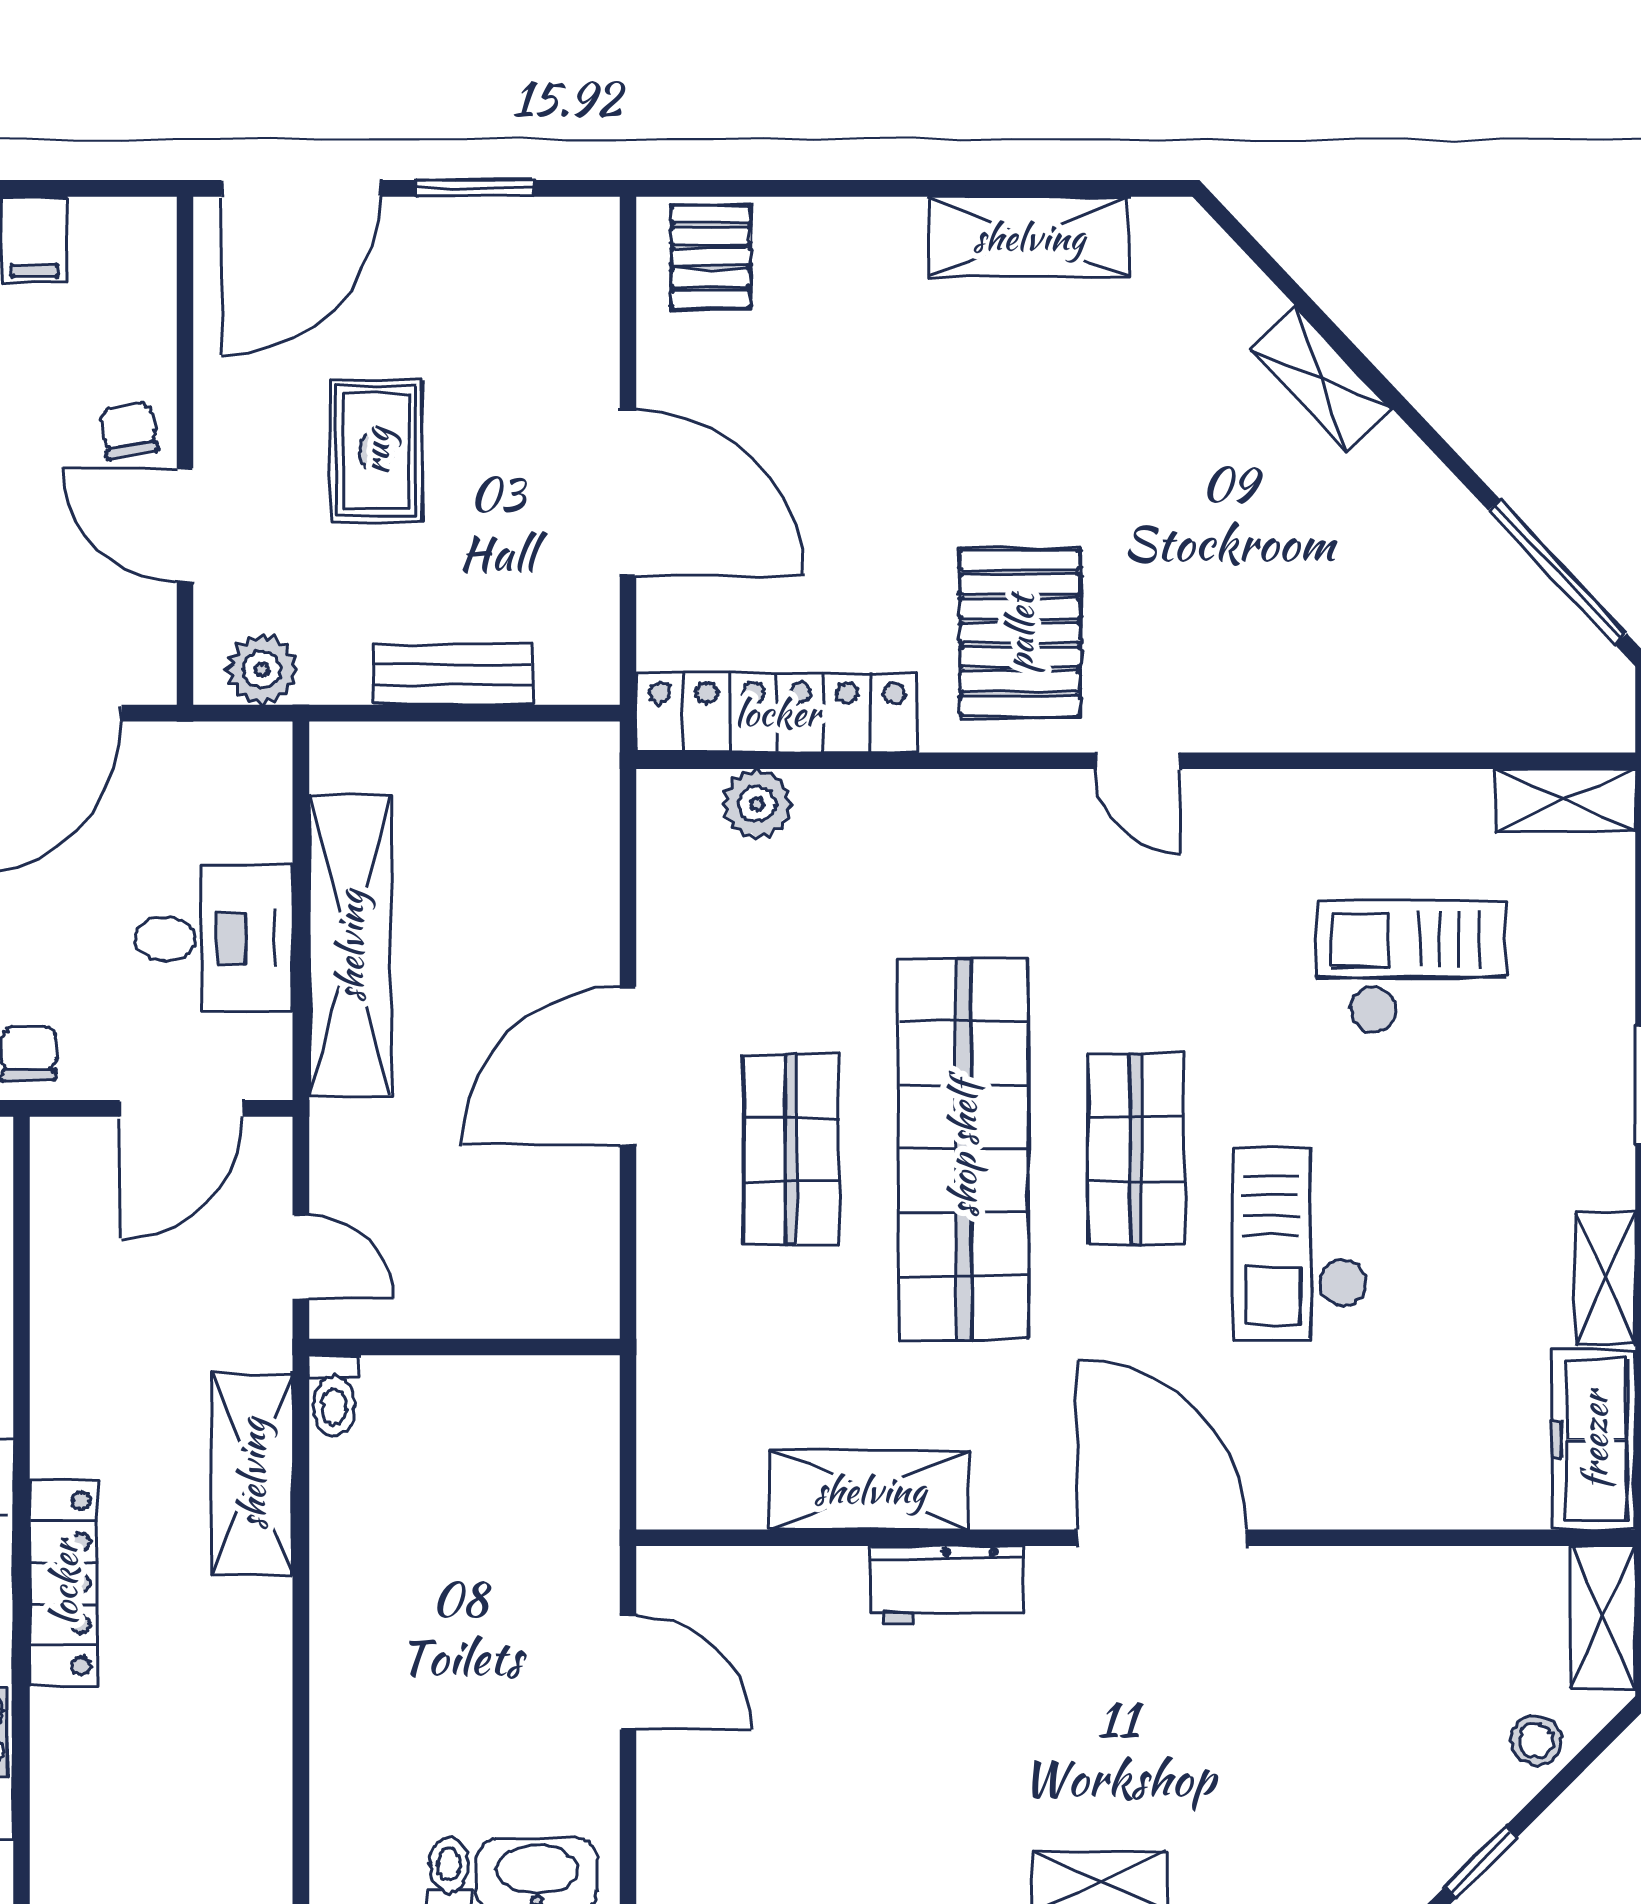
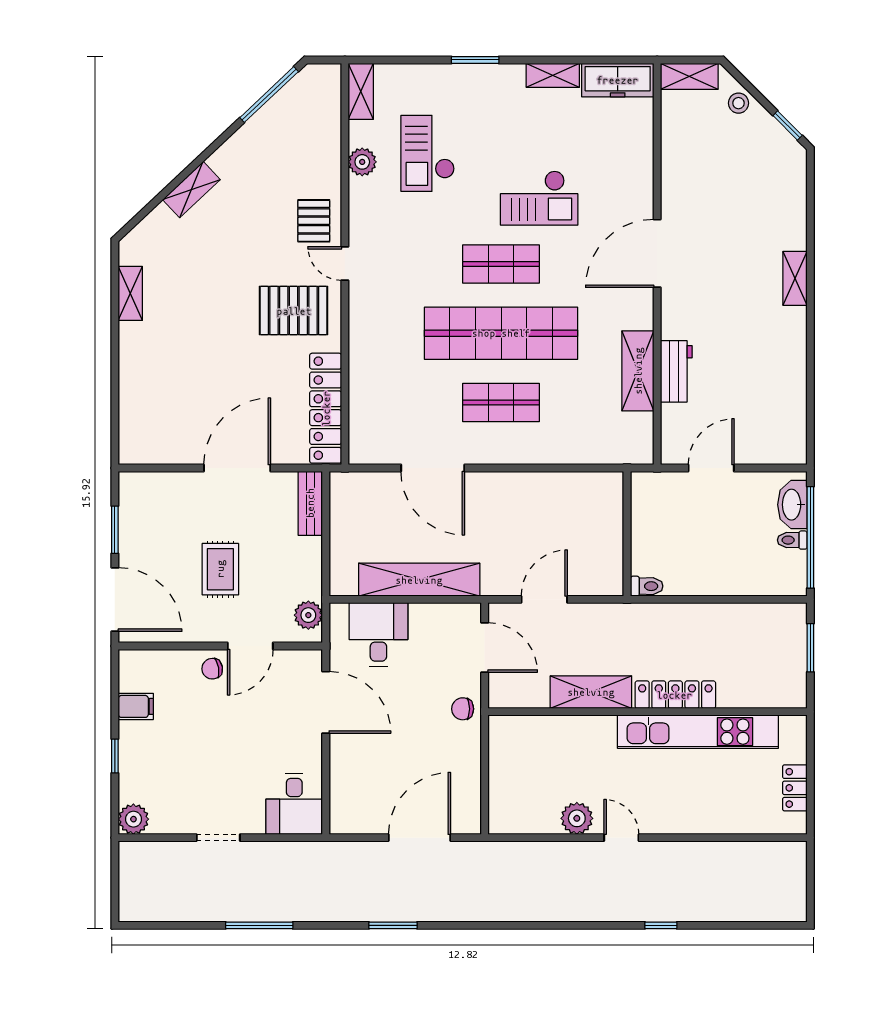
shelving: (1029, 237) -> (130, 293), width x0.67, depth x0.75
pallet: (711, 257) -> (314, 221), moved, turned 90
rug: (376, 451) -> (220, 569), turned 90
bench: (453, 675) -> (310, 503), moved
door: (1137, 761) -> (345, 263), swing flipped
plant: (757, 804) -> (362, 162), moved
desk: (214, 939) -> (378, 634), moved
door: (628, 1066) -> (433, 468), moved
door: (301, 1257) -> (544, 599), width x1.38
wall: (464, 1347) -> (627, 534), moved
toilet: (334, 1396) -> (647, 586), moved
shelving: (252, 1474) -> (591, 692), moved
workbench: (947, 1585) -> (676, 371), moved

